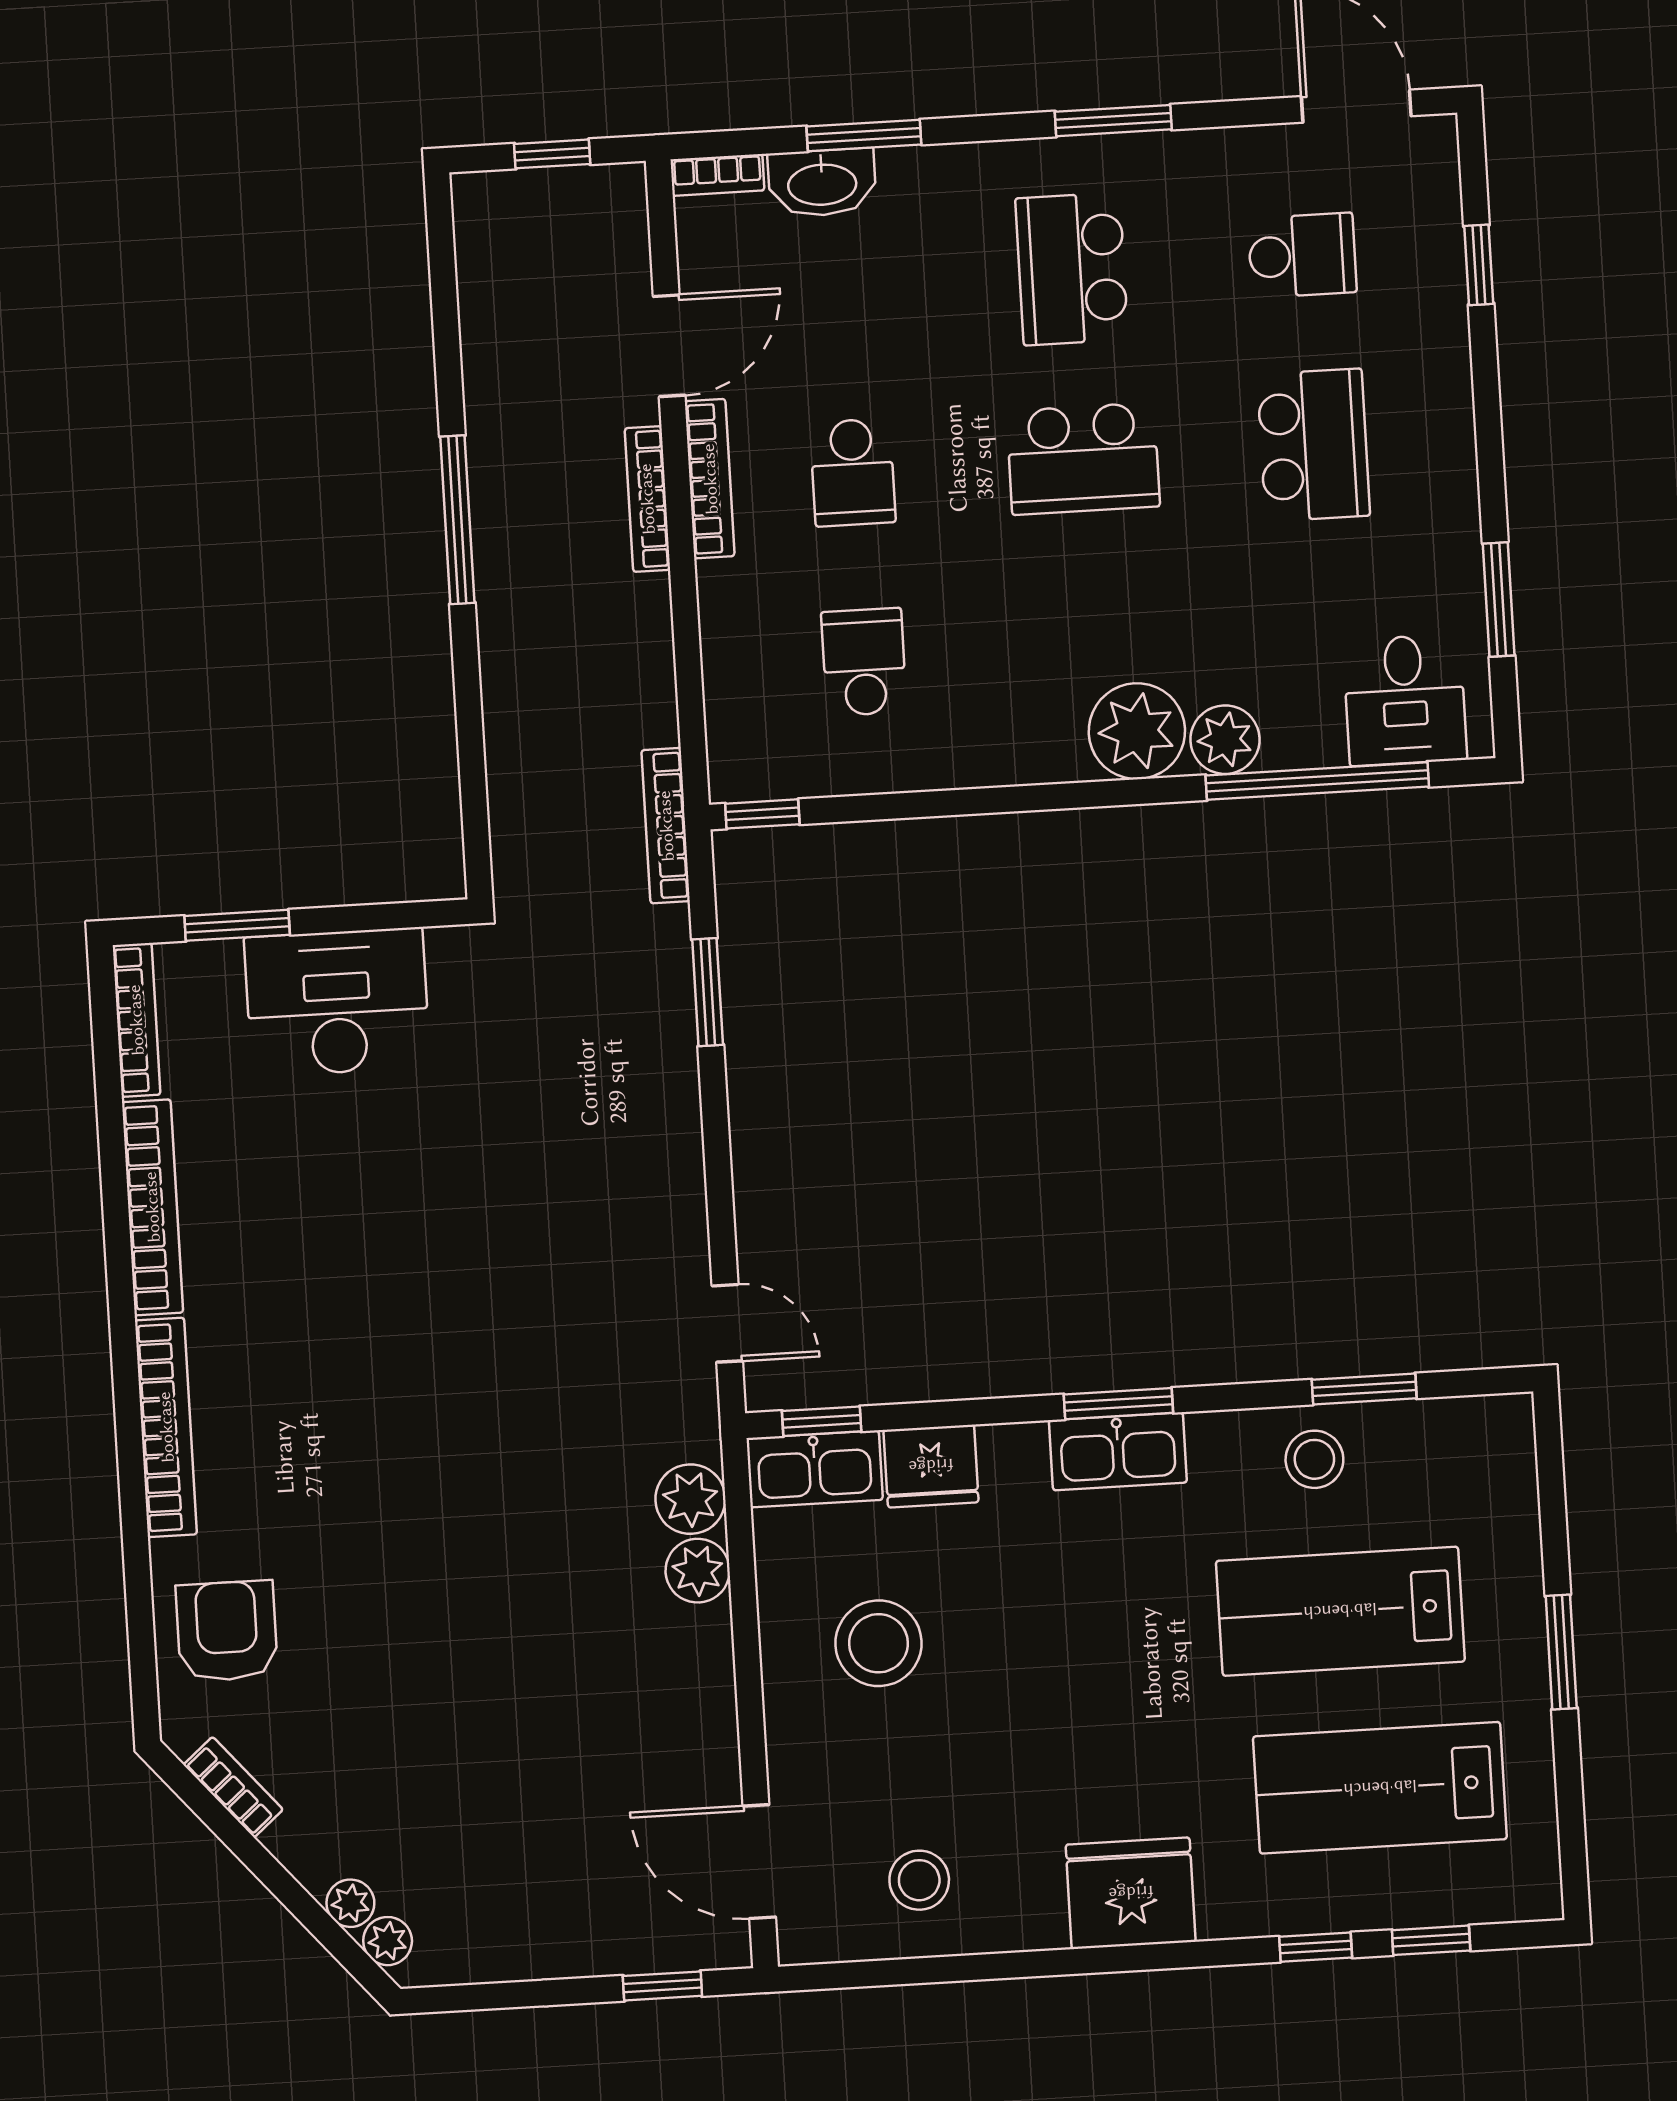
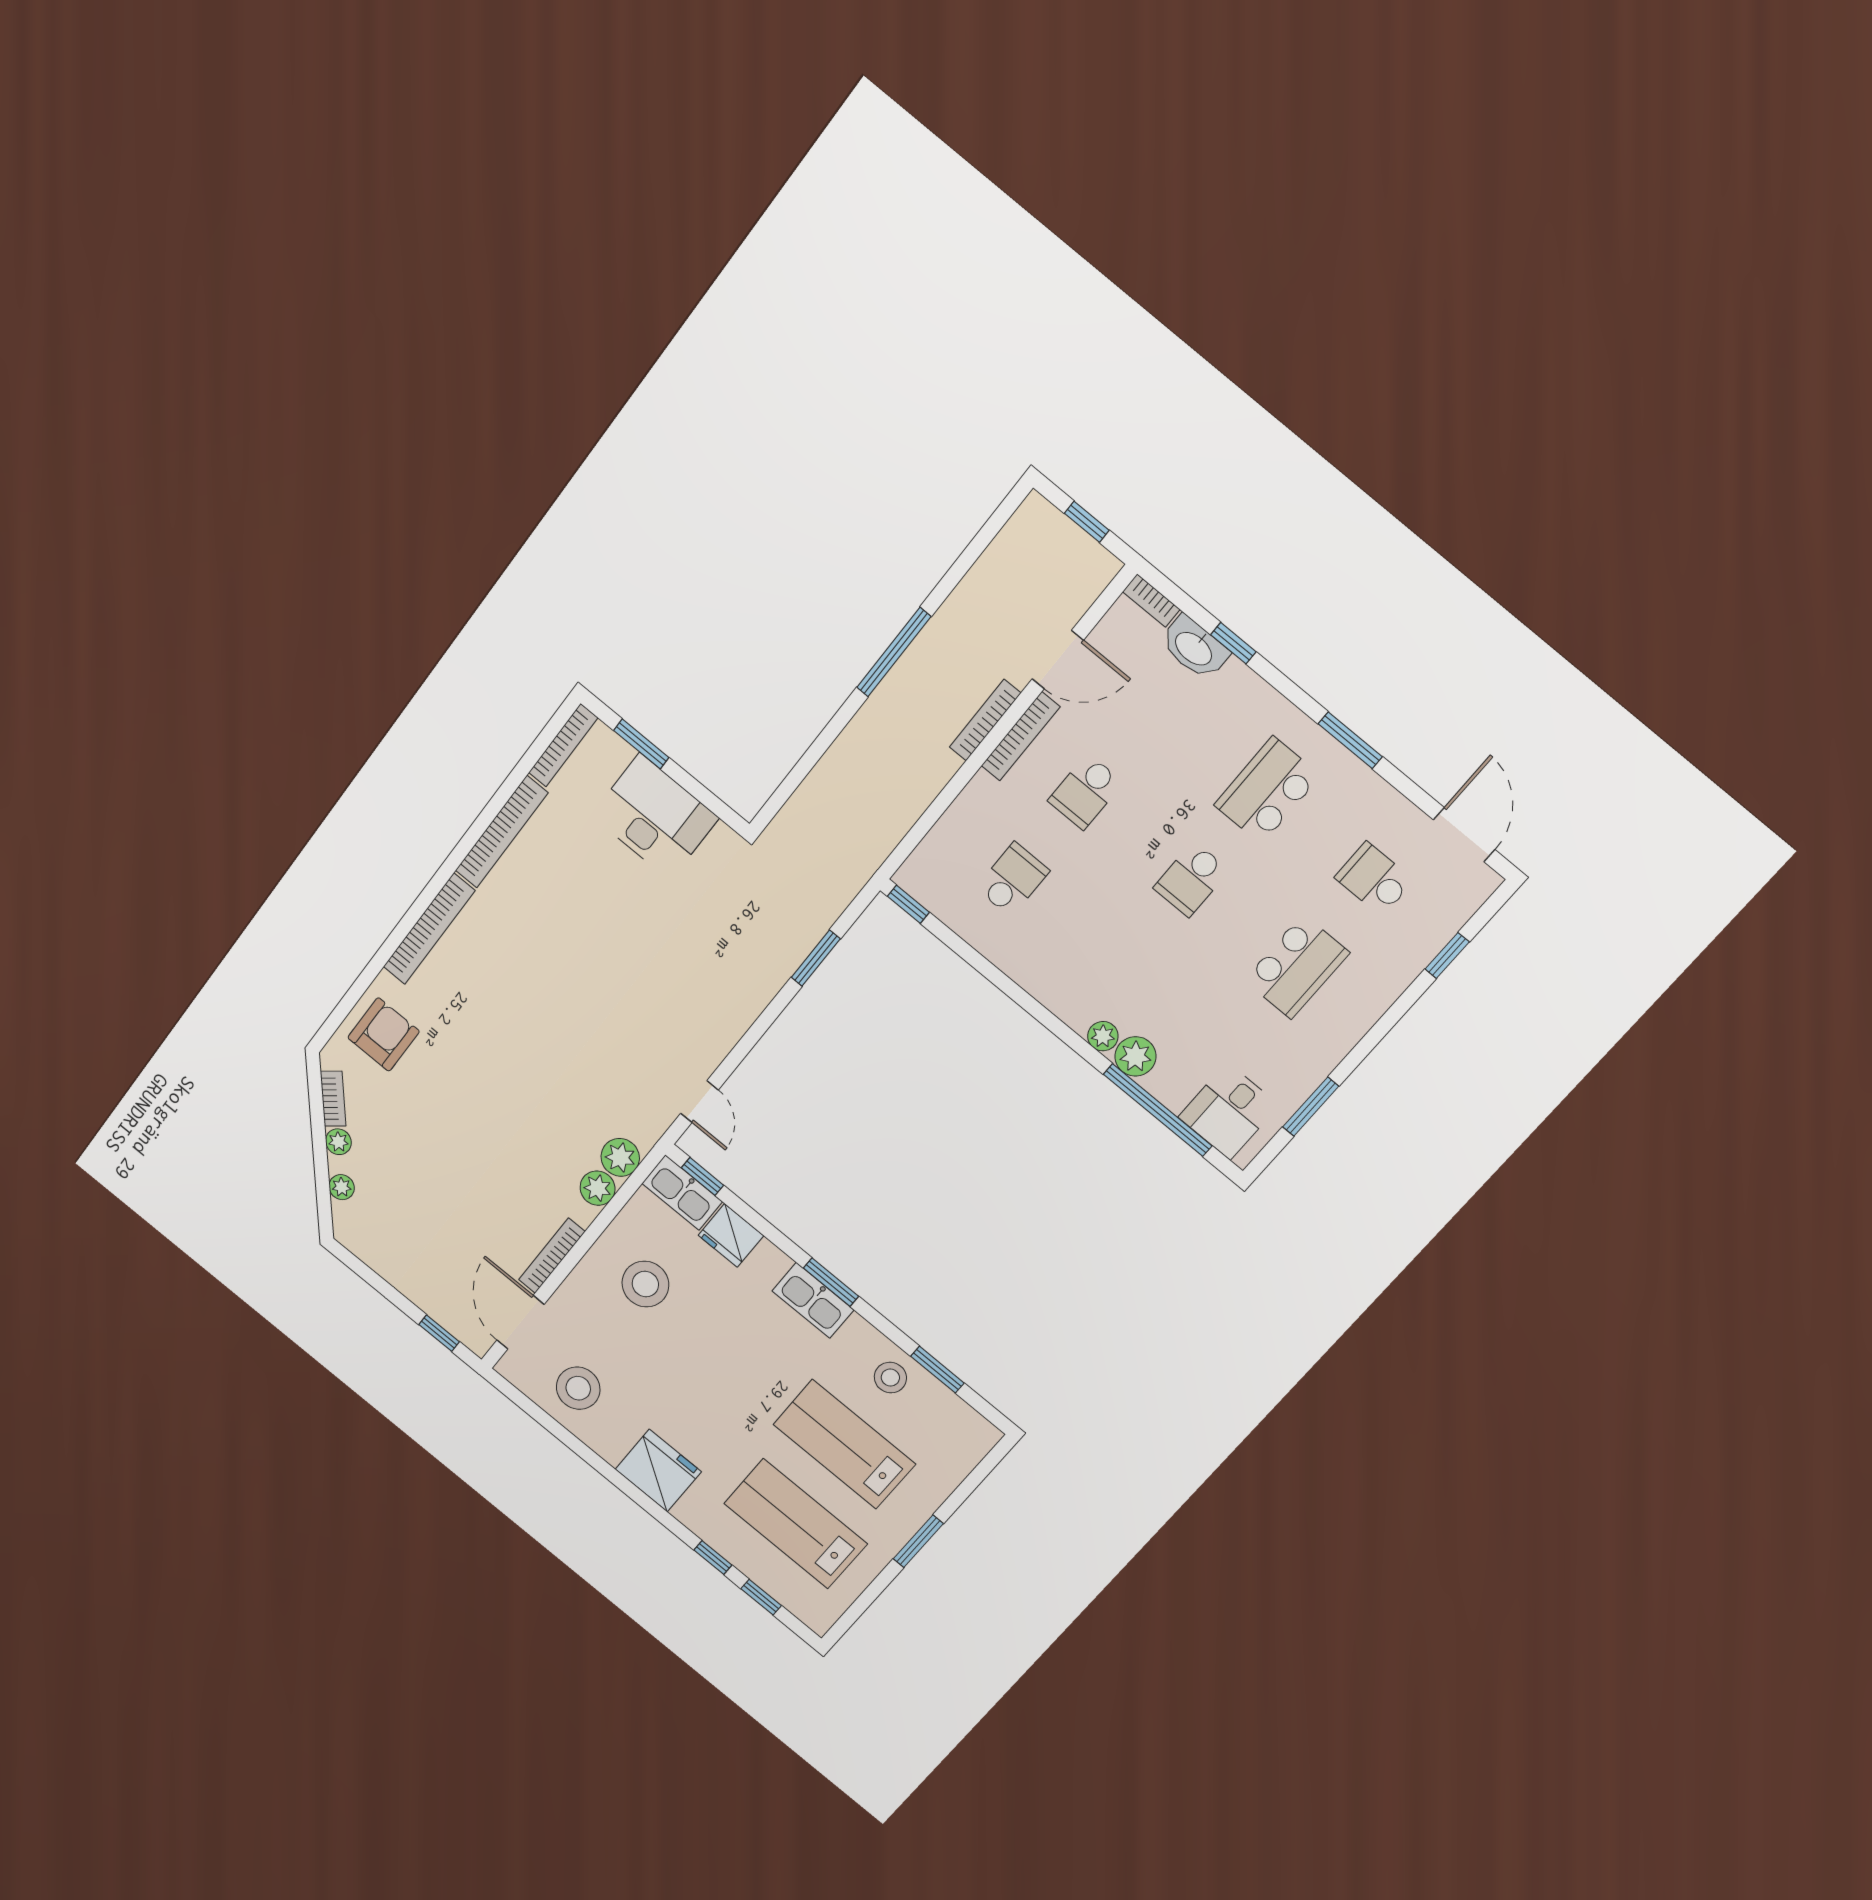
window: (864, 135) -> (1233, 643), width x0.67
school desk: (1302, 255) -> (1374, 879), turned 180
school desk: (1083, 459) -> (1191, 879), width x0.54
plant: (1137, 731) -> (1103, 1036), width x0.53, depth x0.53
bookcase: (666, 826) -> (552, 1256), moved
stool: (919, 1880) -> (578, 1388), width x1.38, depth x1.38
plant: (388, 1941) -> (338, 1142), moved

